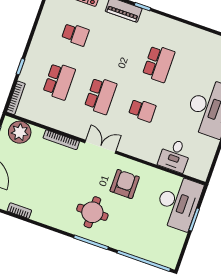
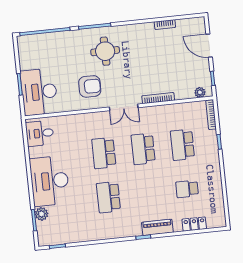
school desk: (142, 110) -> (104, 153), width x1.85
plant: (20, 132) -> (200, 92), width x0.53, depth x0.53
desk: (175, 155) -> (40, 133), moved, turned -90
armchair: (125, 184) -> (90, 86), turned -90

